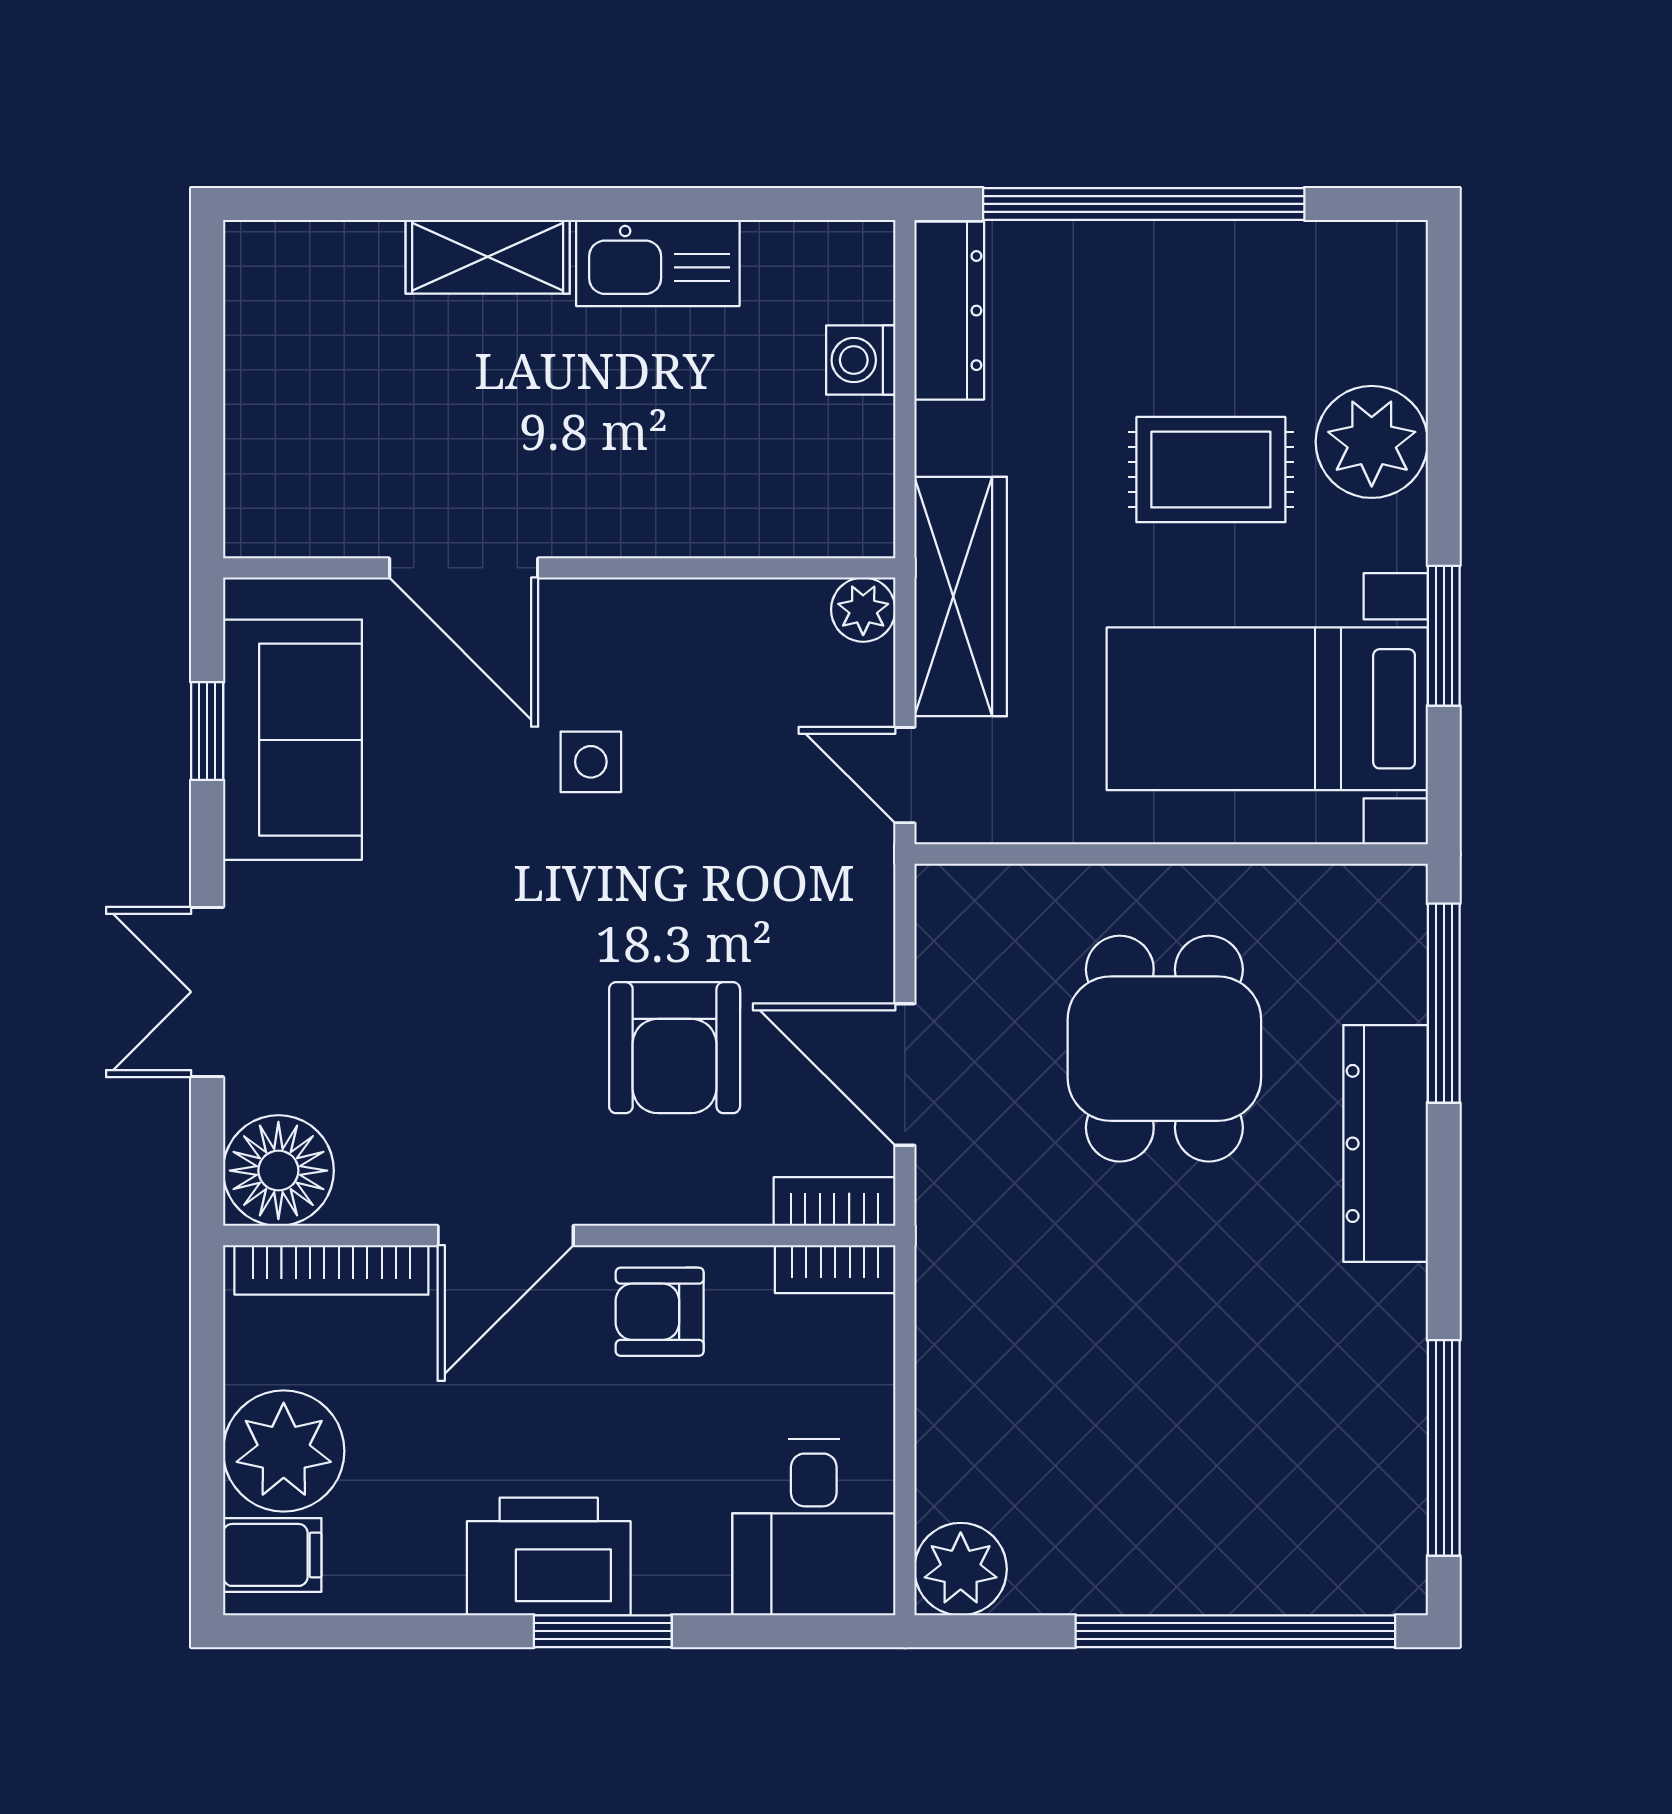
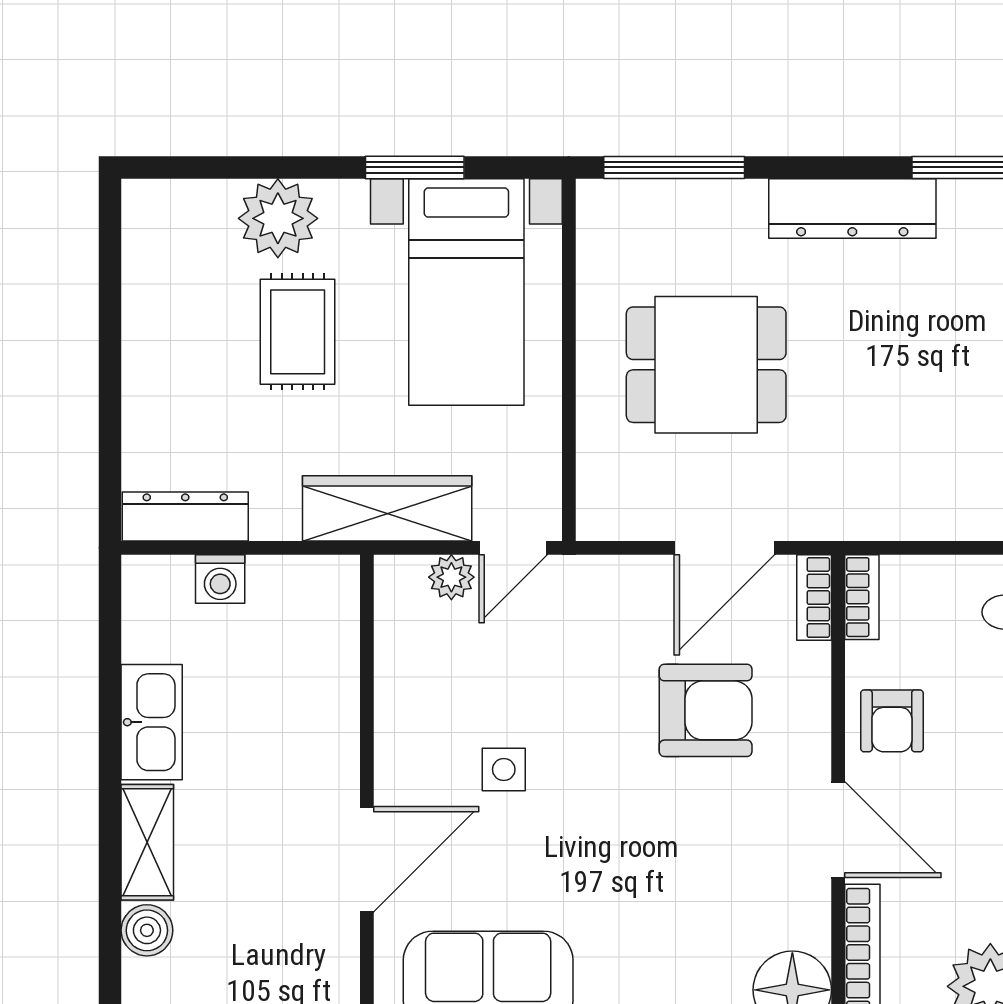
window: (1144, 204) -> (110, 379), removed
boiler: (363, 256) -> (147, 930), added
plant: (863, 610) -> (451, 577), moved
dresser: (1386, 1143) -> (852, 209), moved

